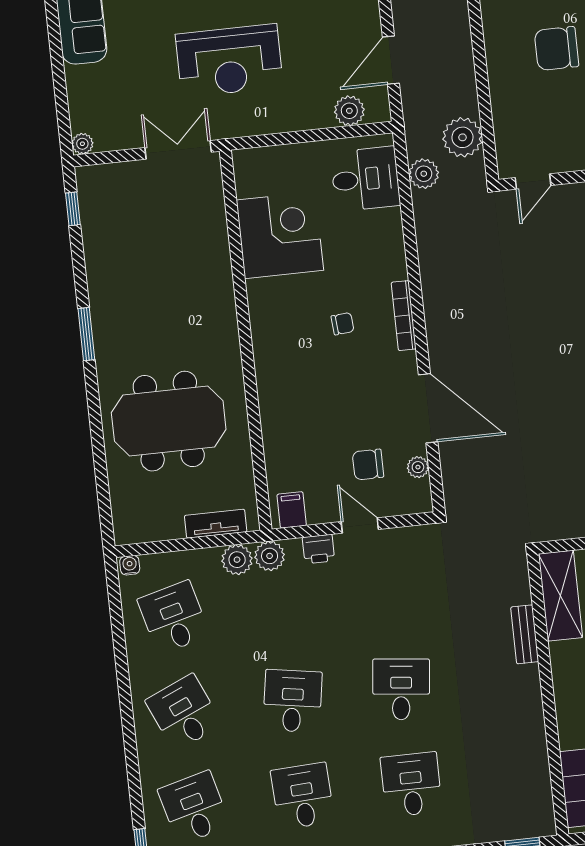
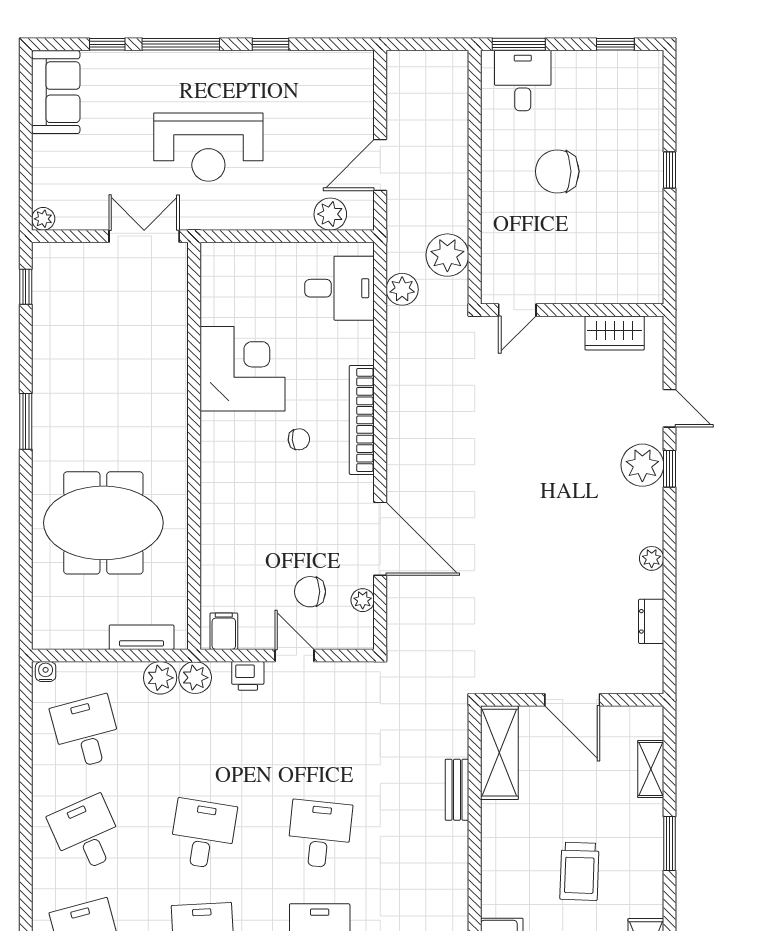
corner desk: (280, 235) -> (242, 369), moved
bookcase: (404, 316) -> (362, 420), width x1.48, depth x1.31

